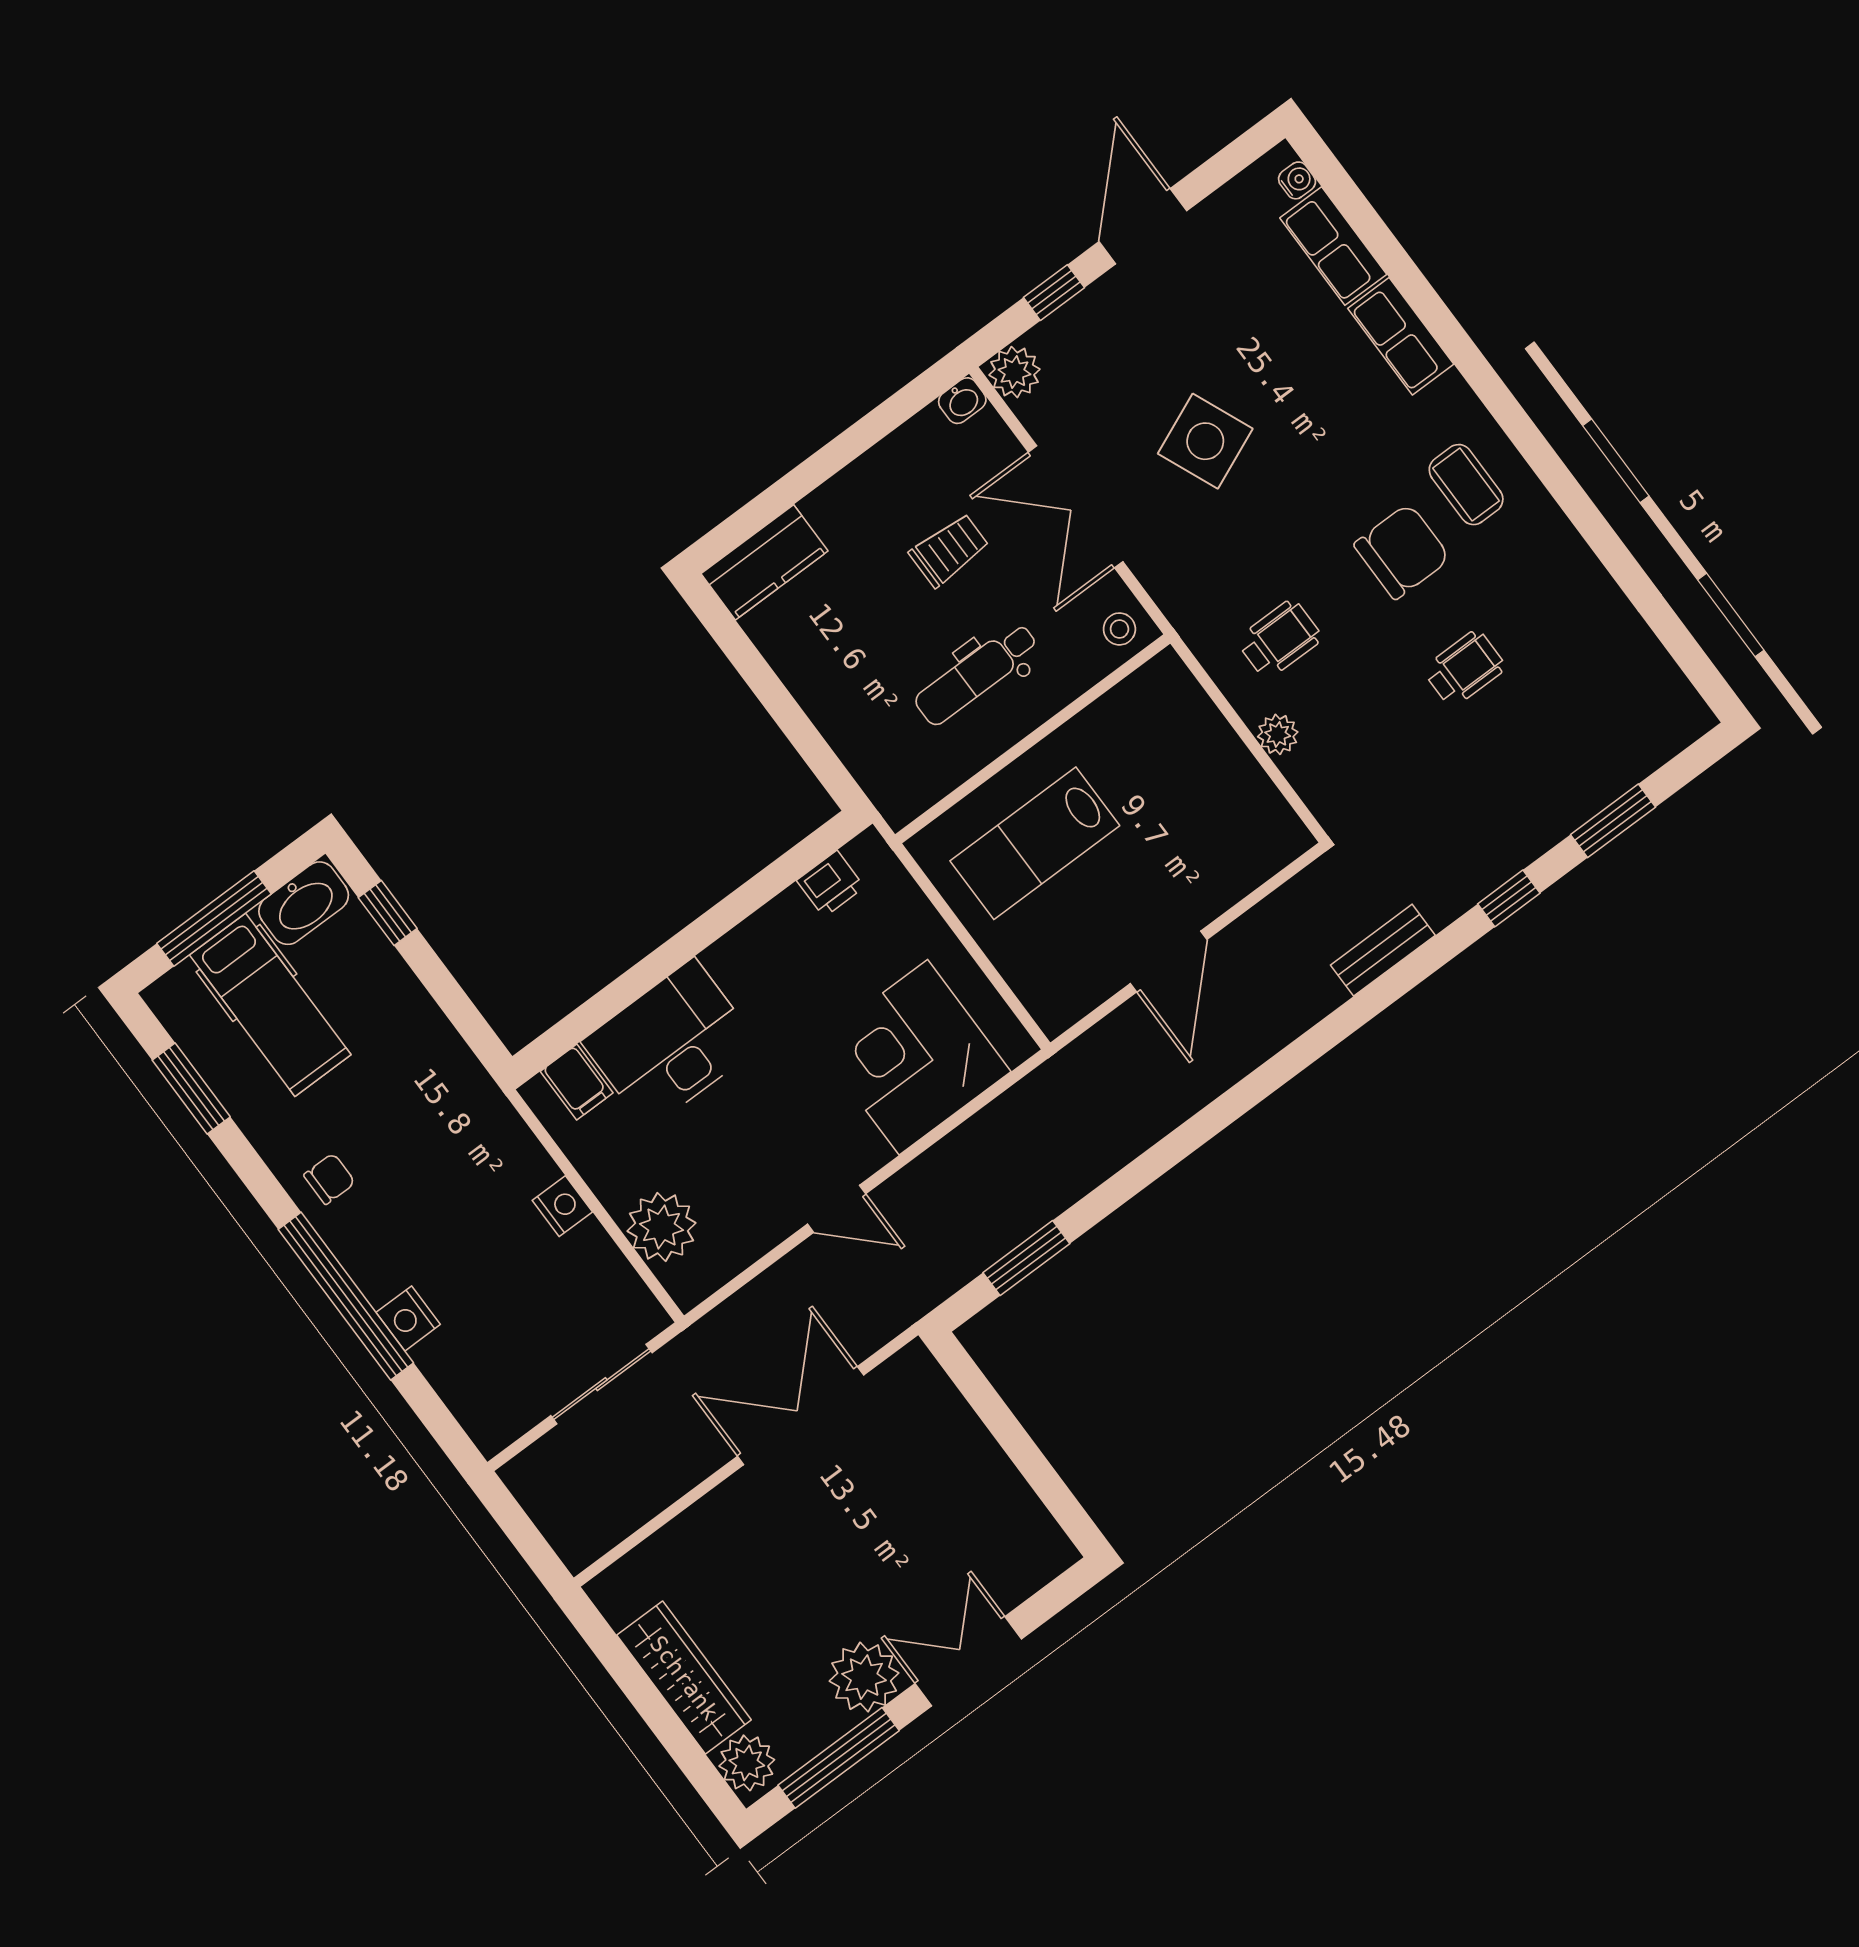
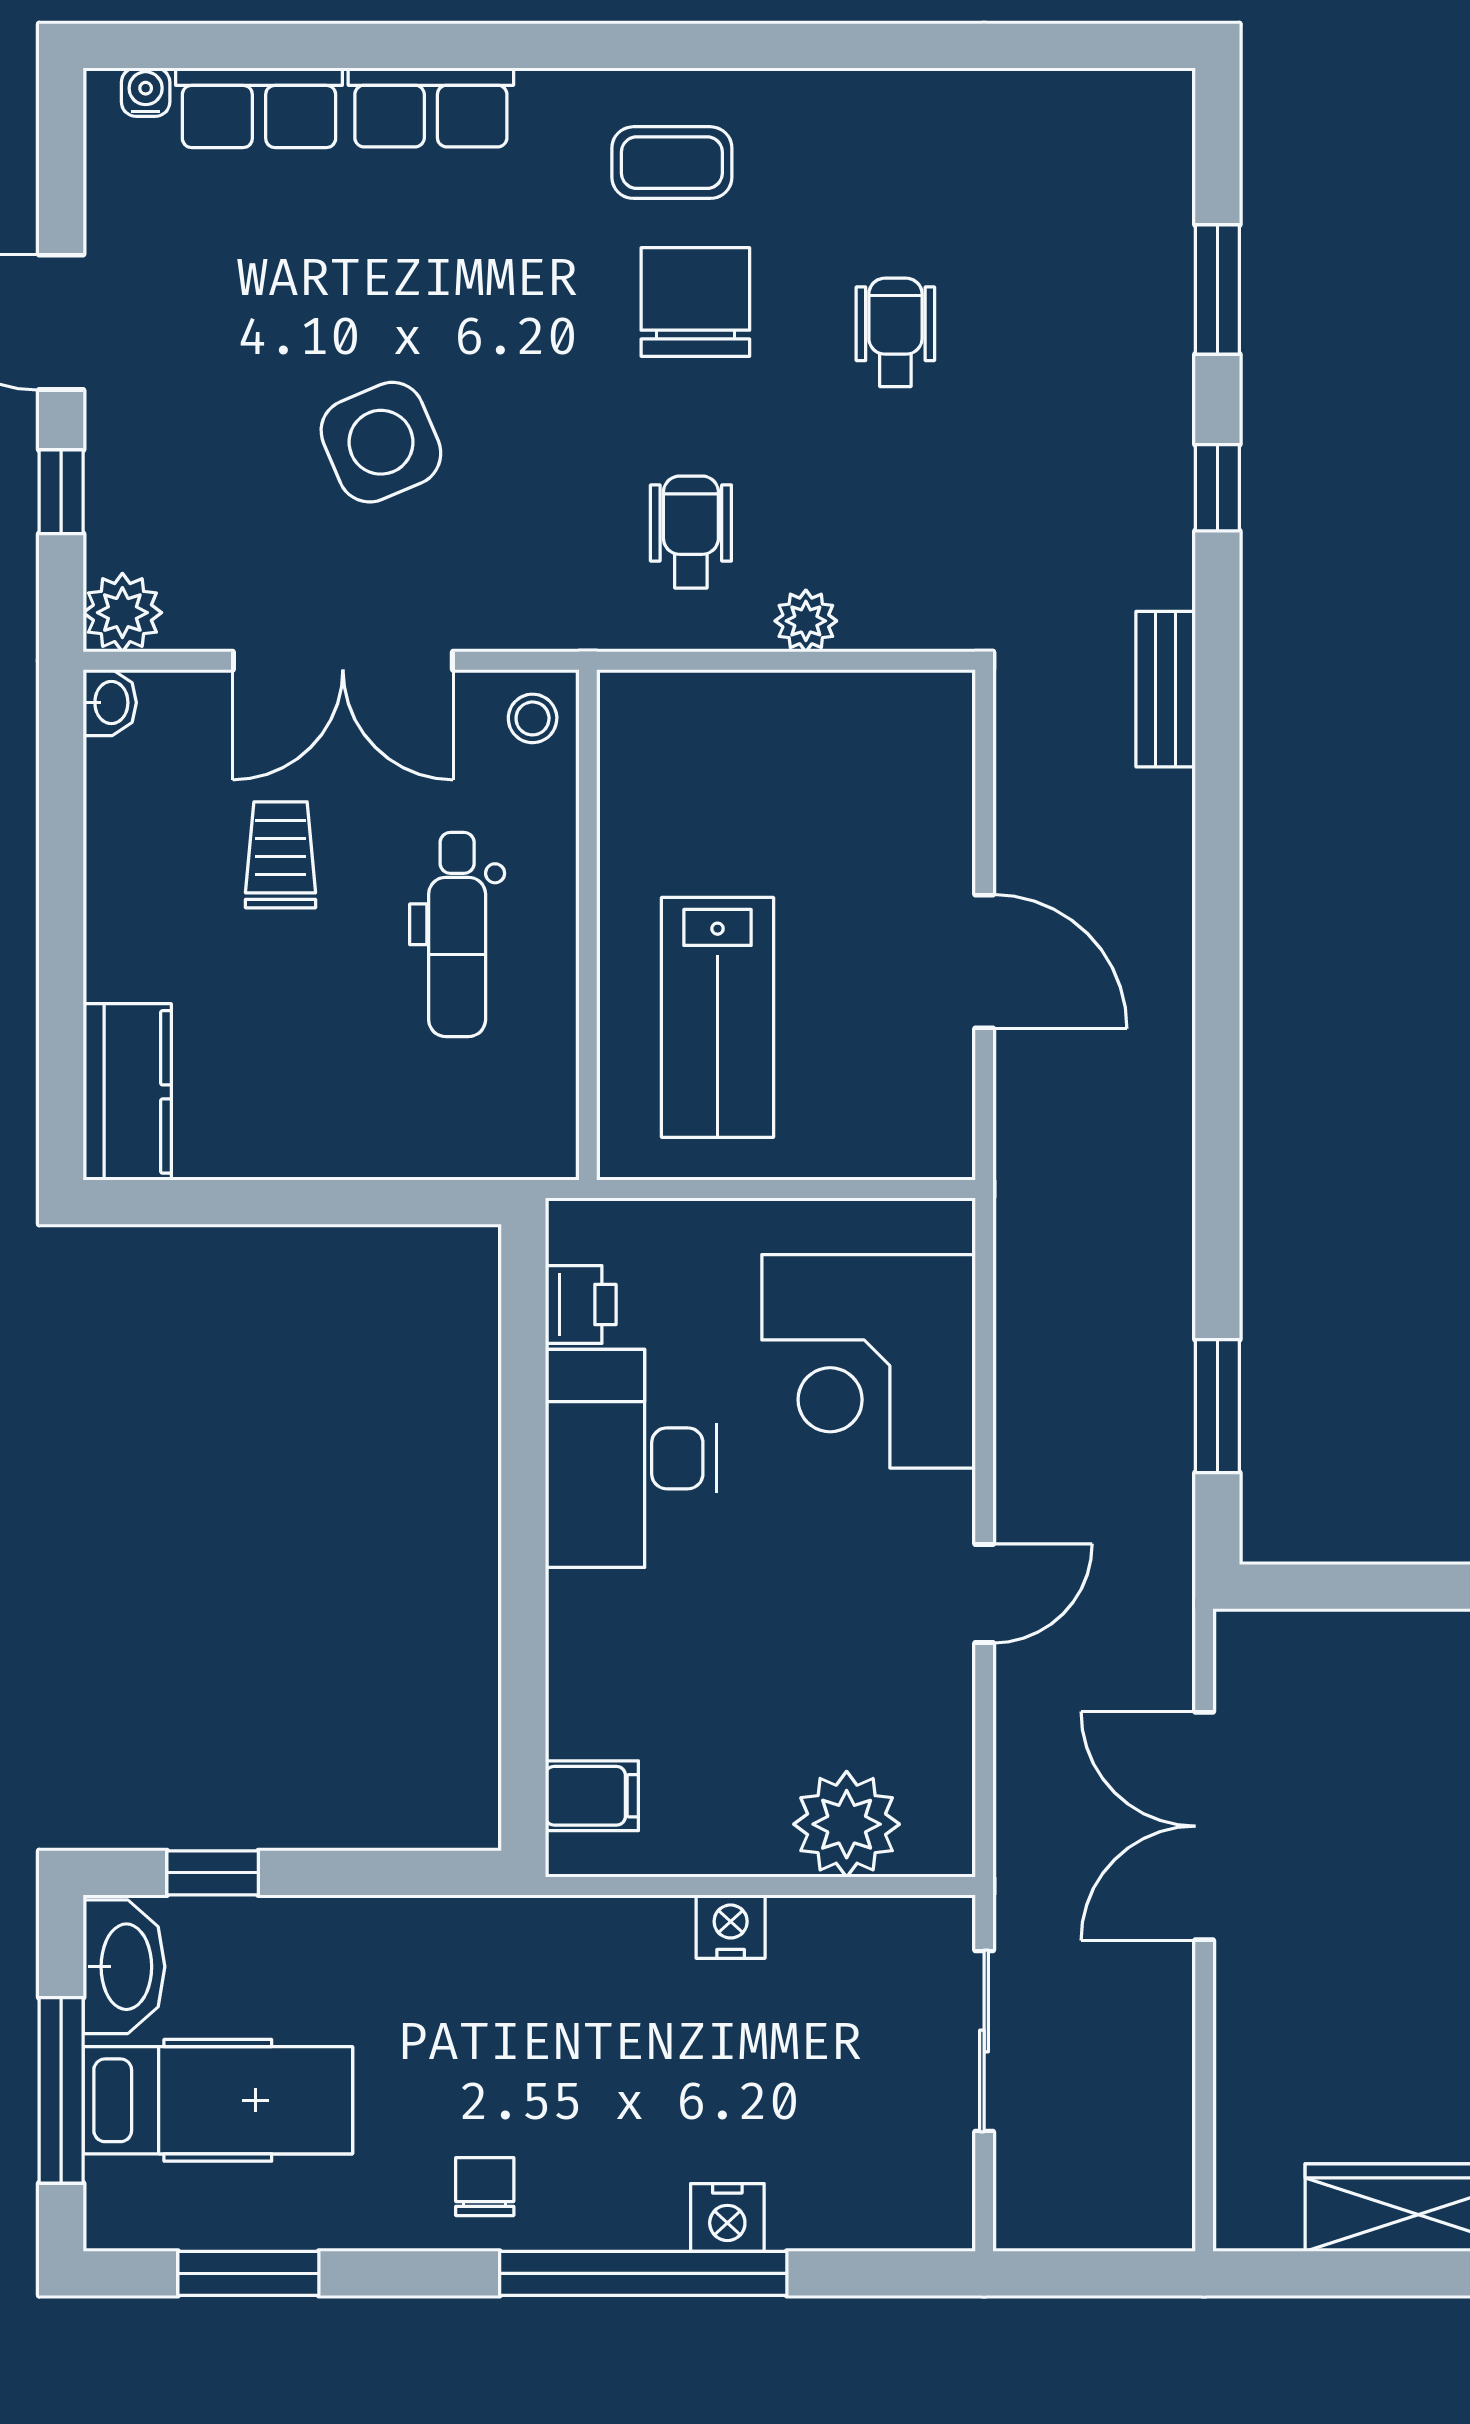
desk: (671, 1044) -> (631, 1458), moved

